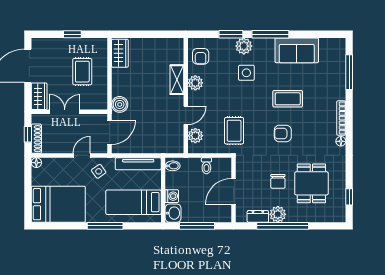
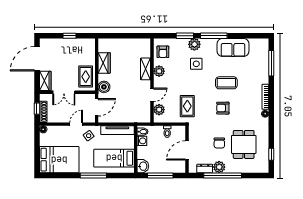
wardrobe: (120, 53) -> (104, 63), moved
rug: (82, 72) -> (86, 77), moved
double door: (65, 112) -> (64, 92), swing flipped
washing machine: (172, 196) -> (142, 141), moved

